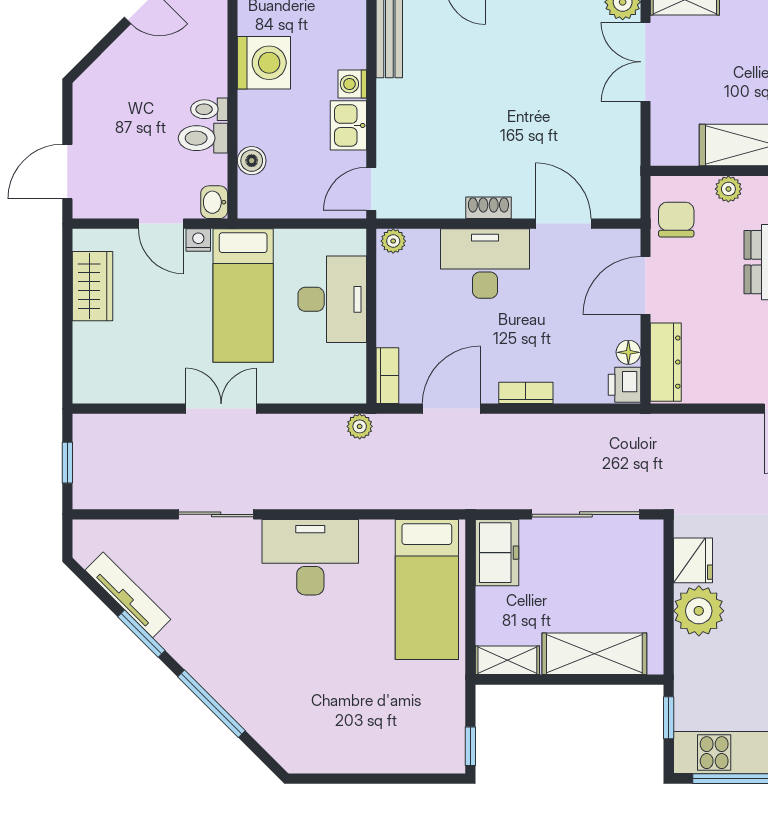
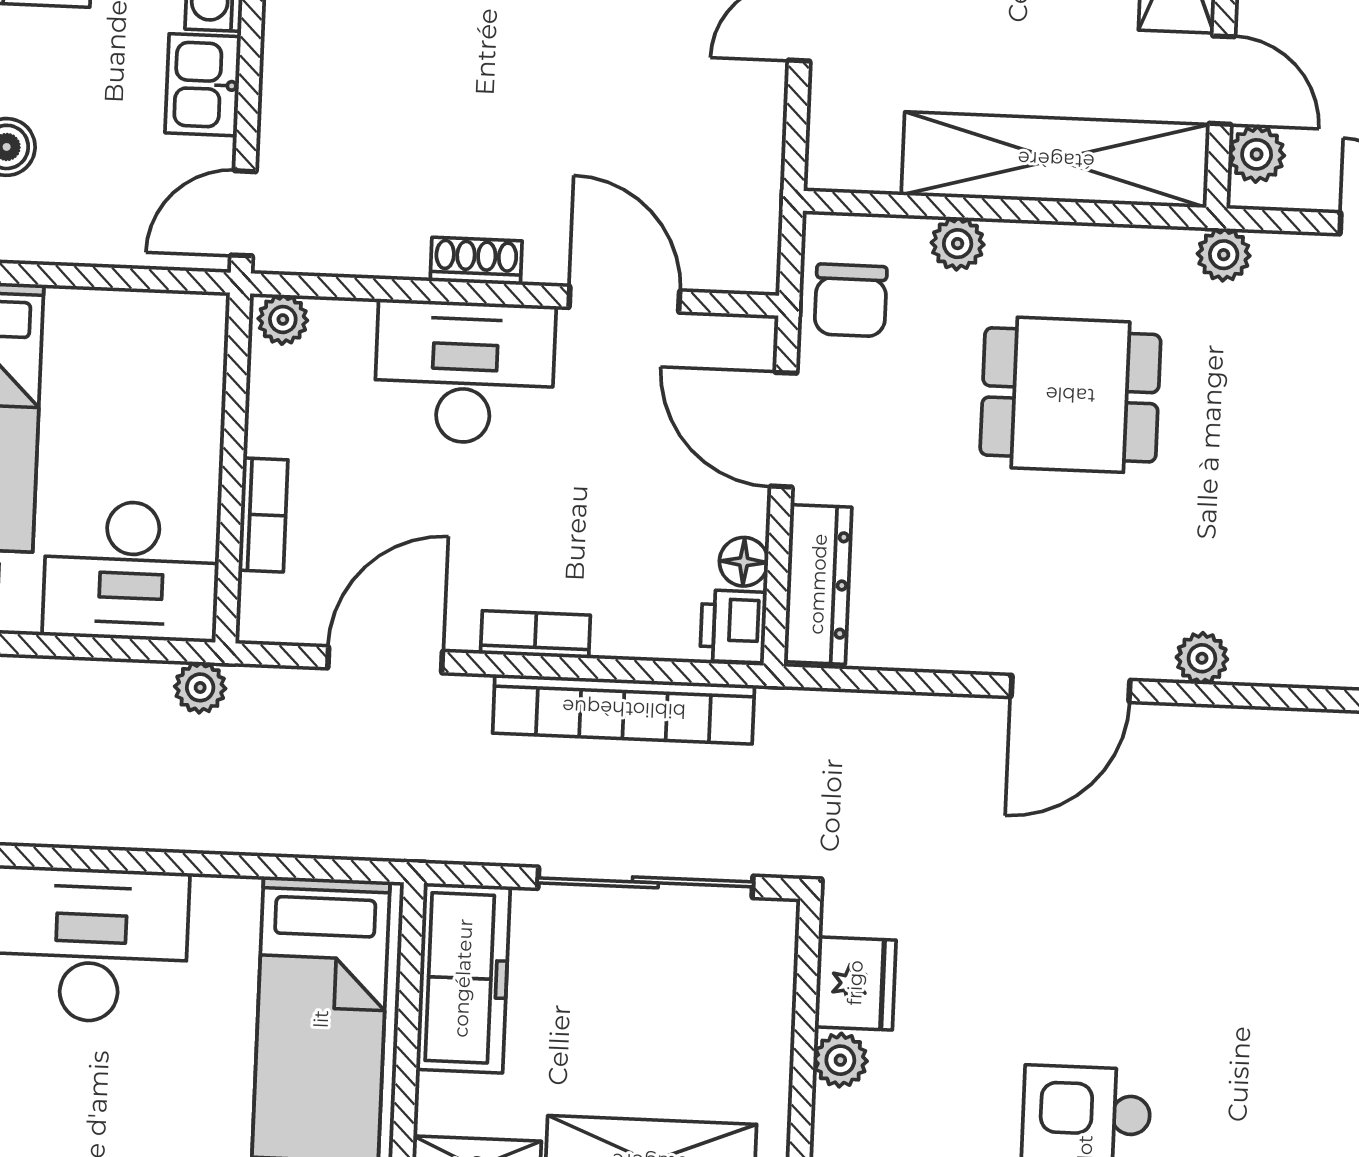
chair: (676, 220) -> (851, 300), turned 180
door: (645, 286) -> (784, 430), hinge flipped
desk: (332, 299) -> (131, 571), moved, turned 90
bookcase: (387, 376) -> (263, 515), moved
bookcase: (571, 428) -> (624, 709), added
freezer: (497, 553) -> (463, 978), width x1.40
plant: (699, 611) -> (840, 1060), width x0.53, depth x0.53

